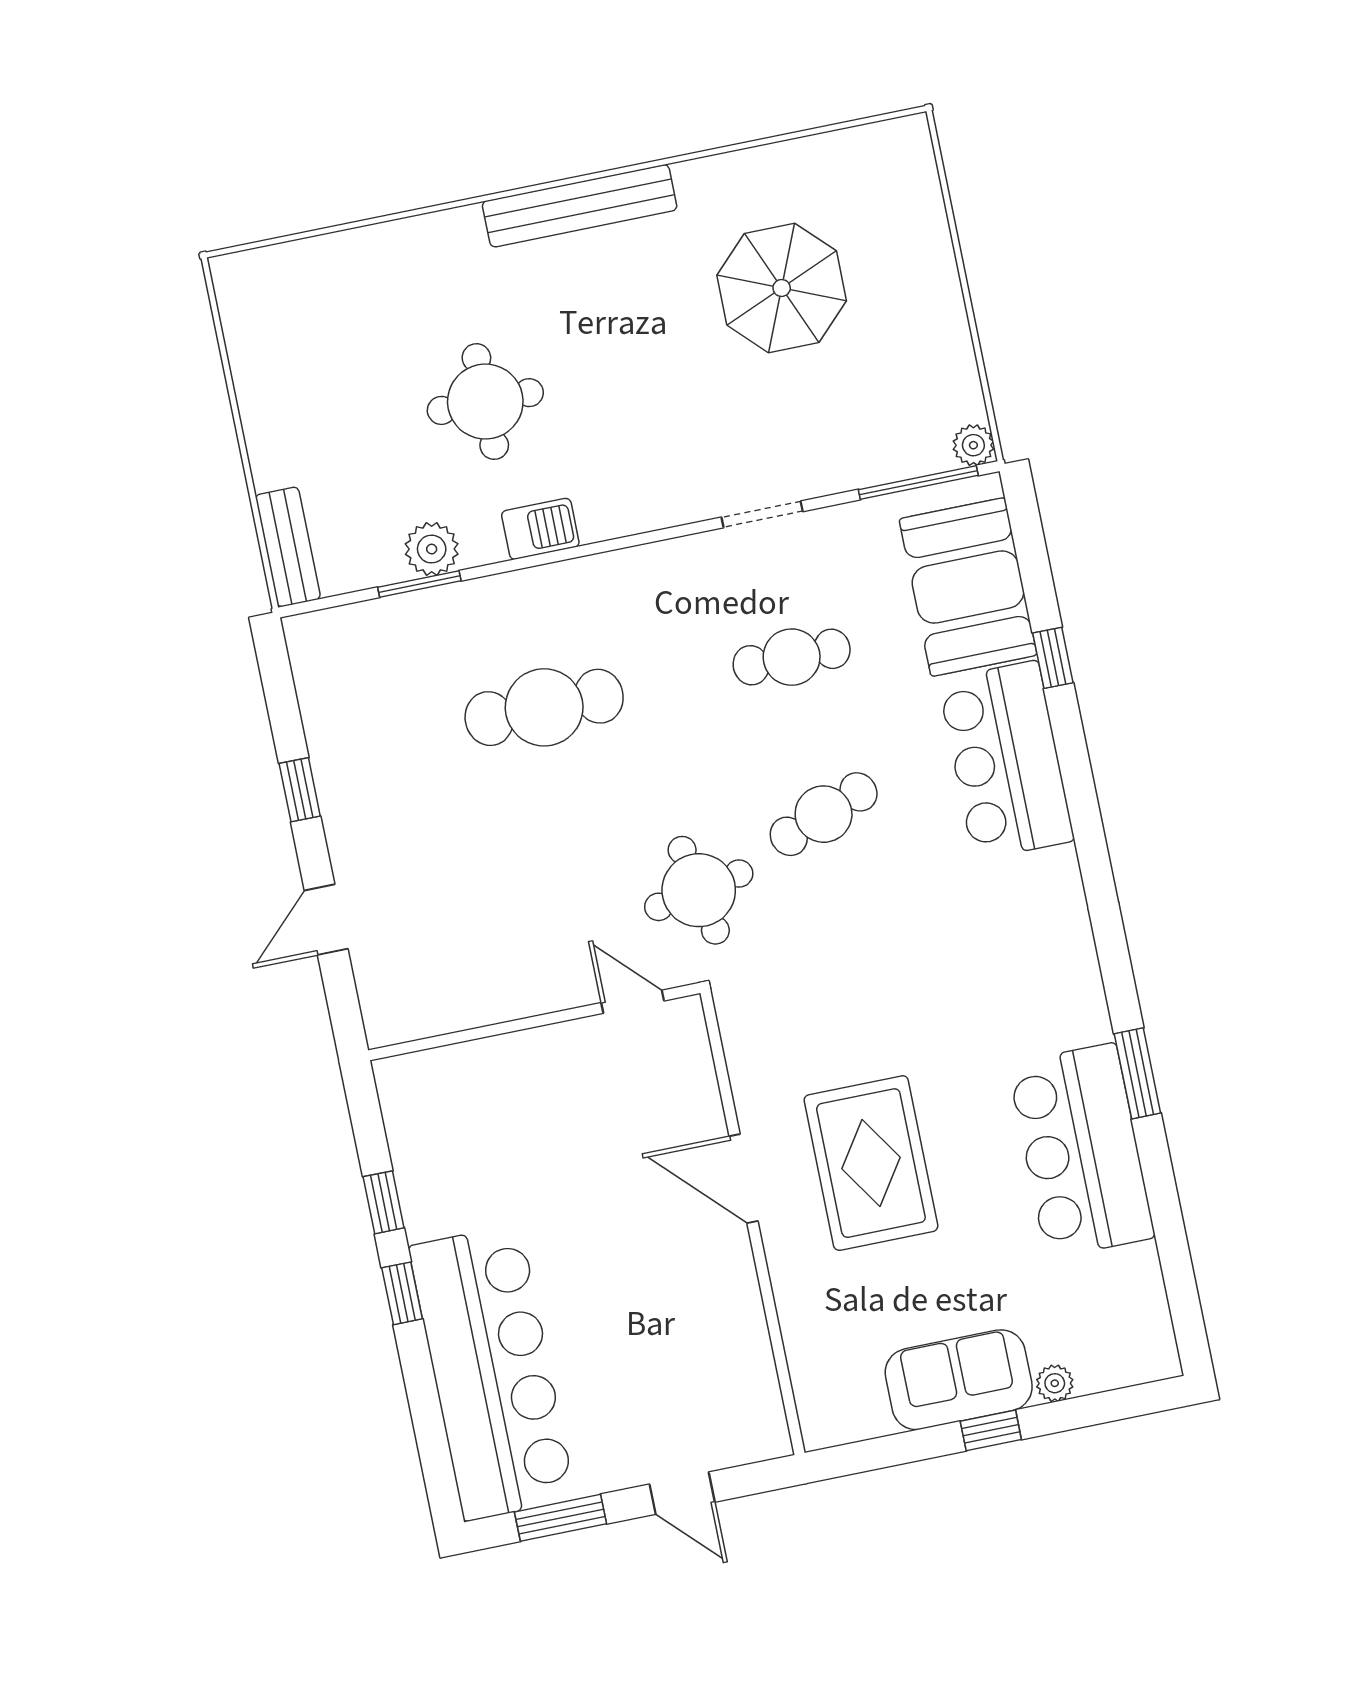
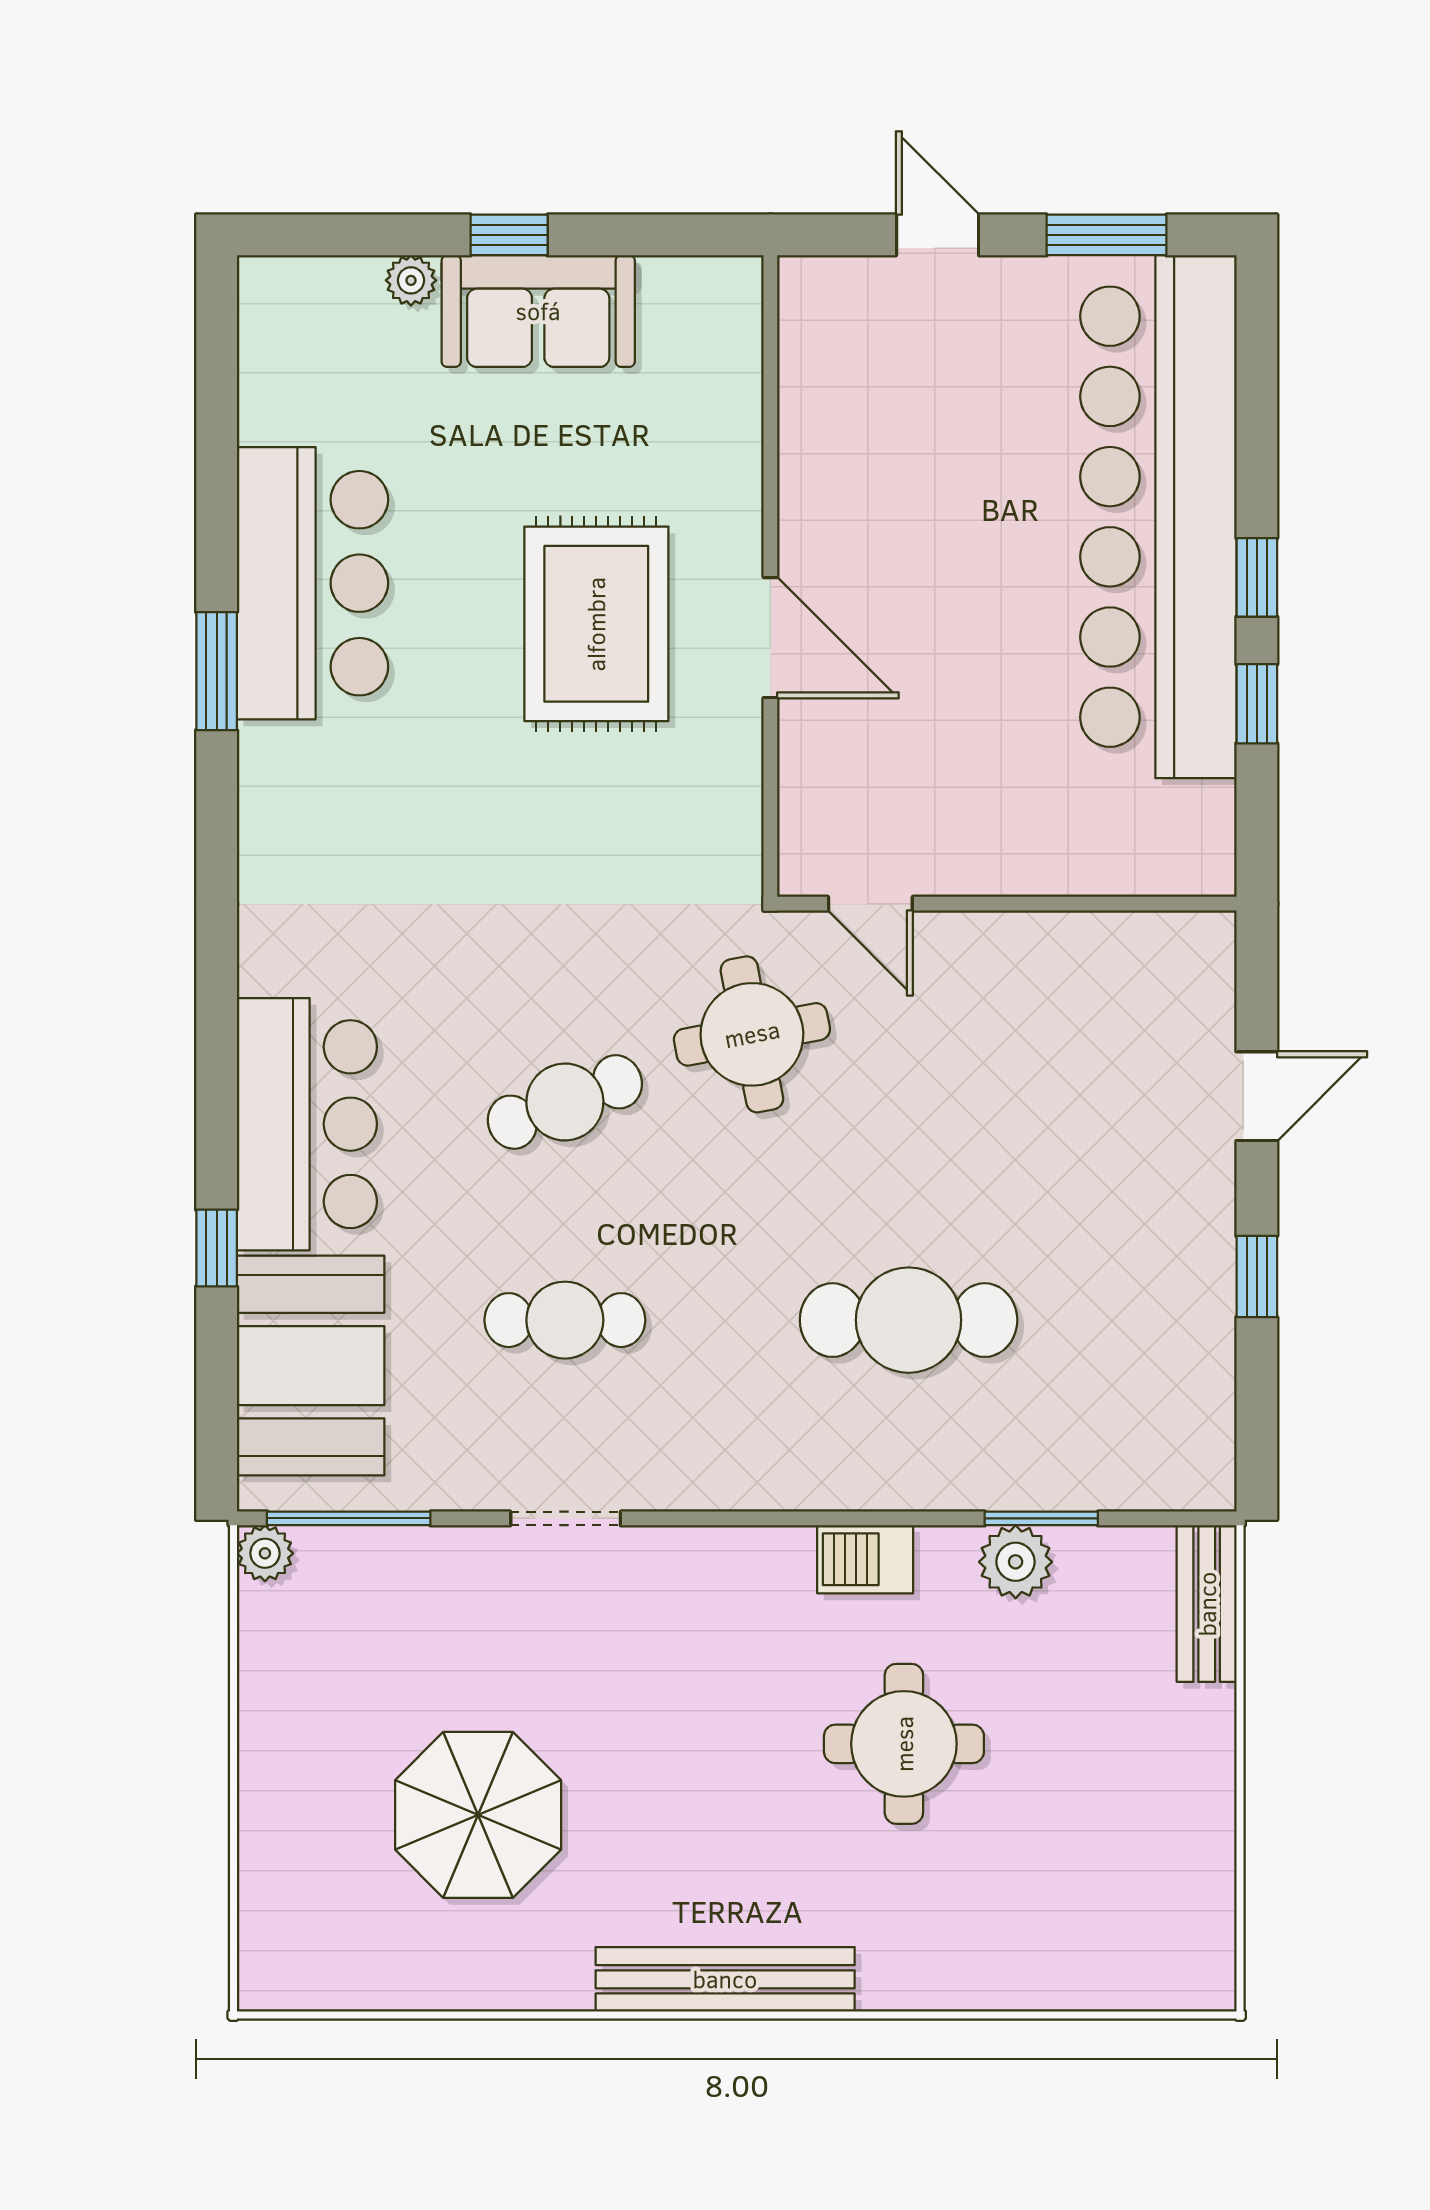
bar counter: (492, 1373) -> (1158, 517), width x1.36

